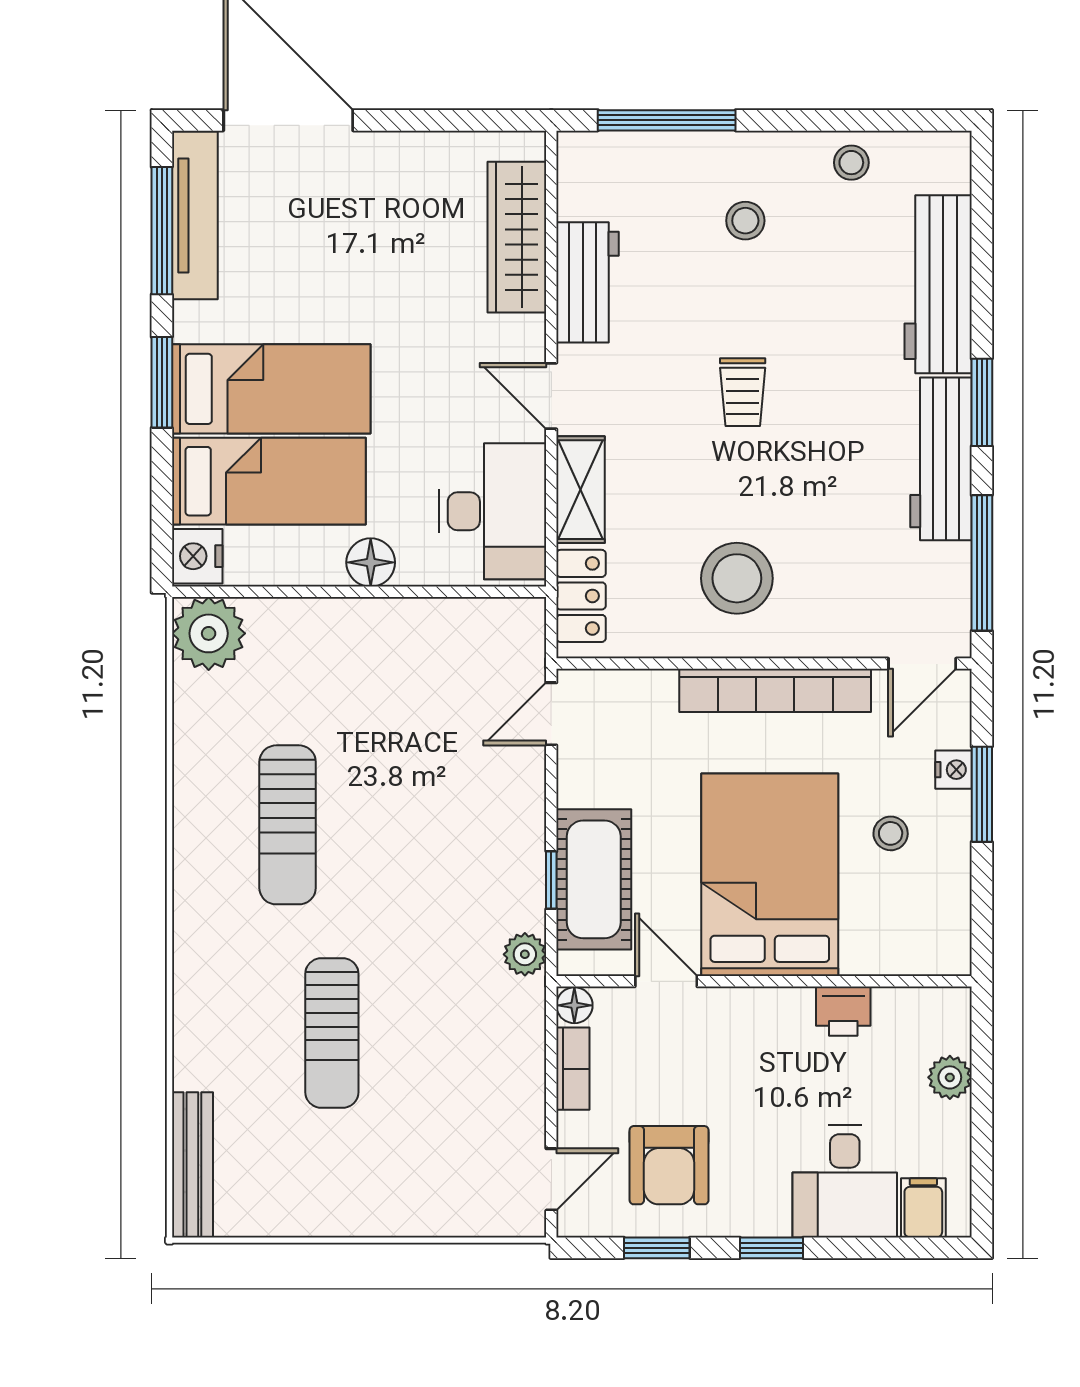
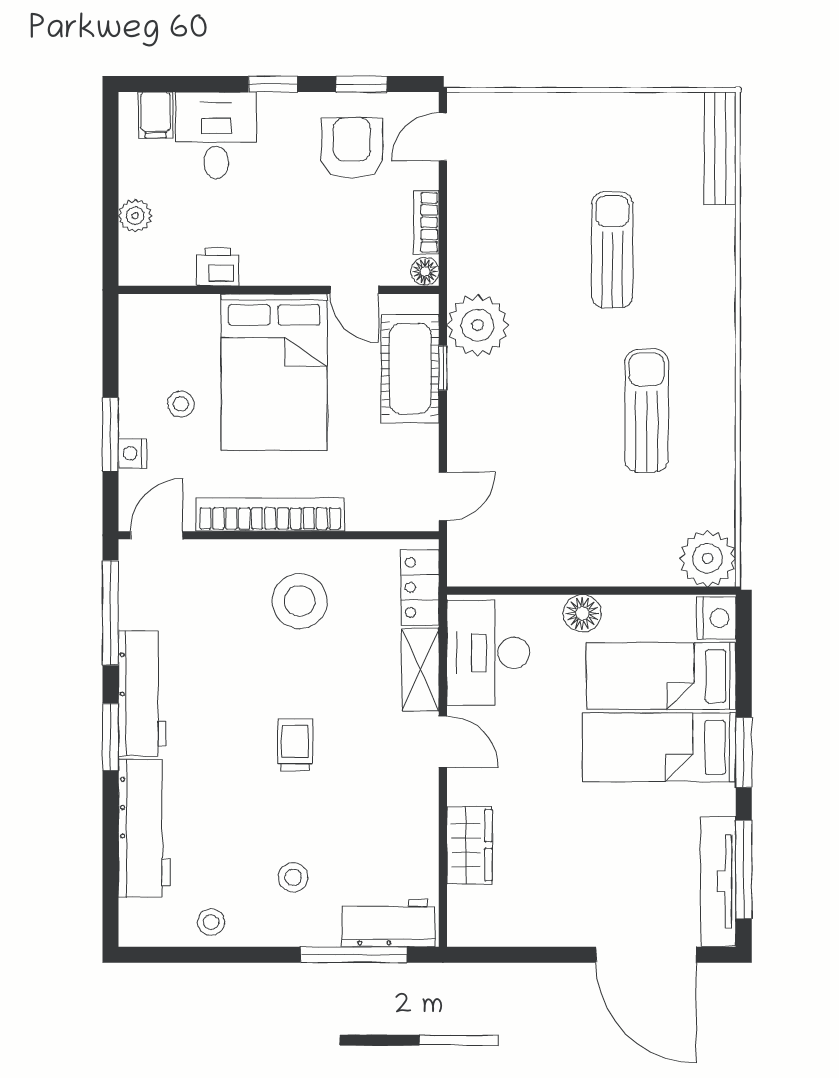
wardrobe: (517, 237) -> (469, 845), width x0.67
workbench: (588, 282) -> (388, 923), moved, turned 90
plant: (525, 954) -> (478, 325), width x1.87, depth x1.87

